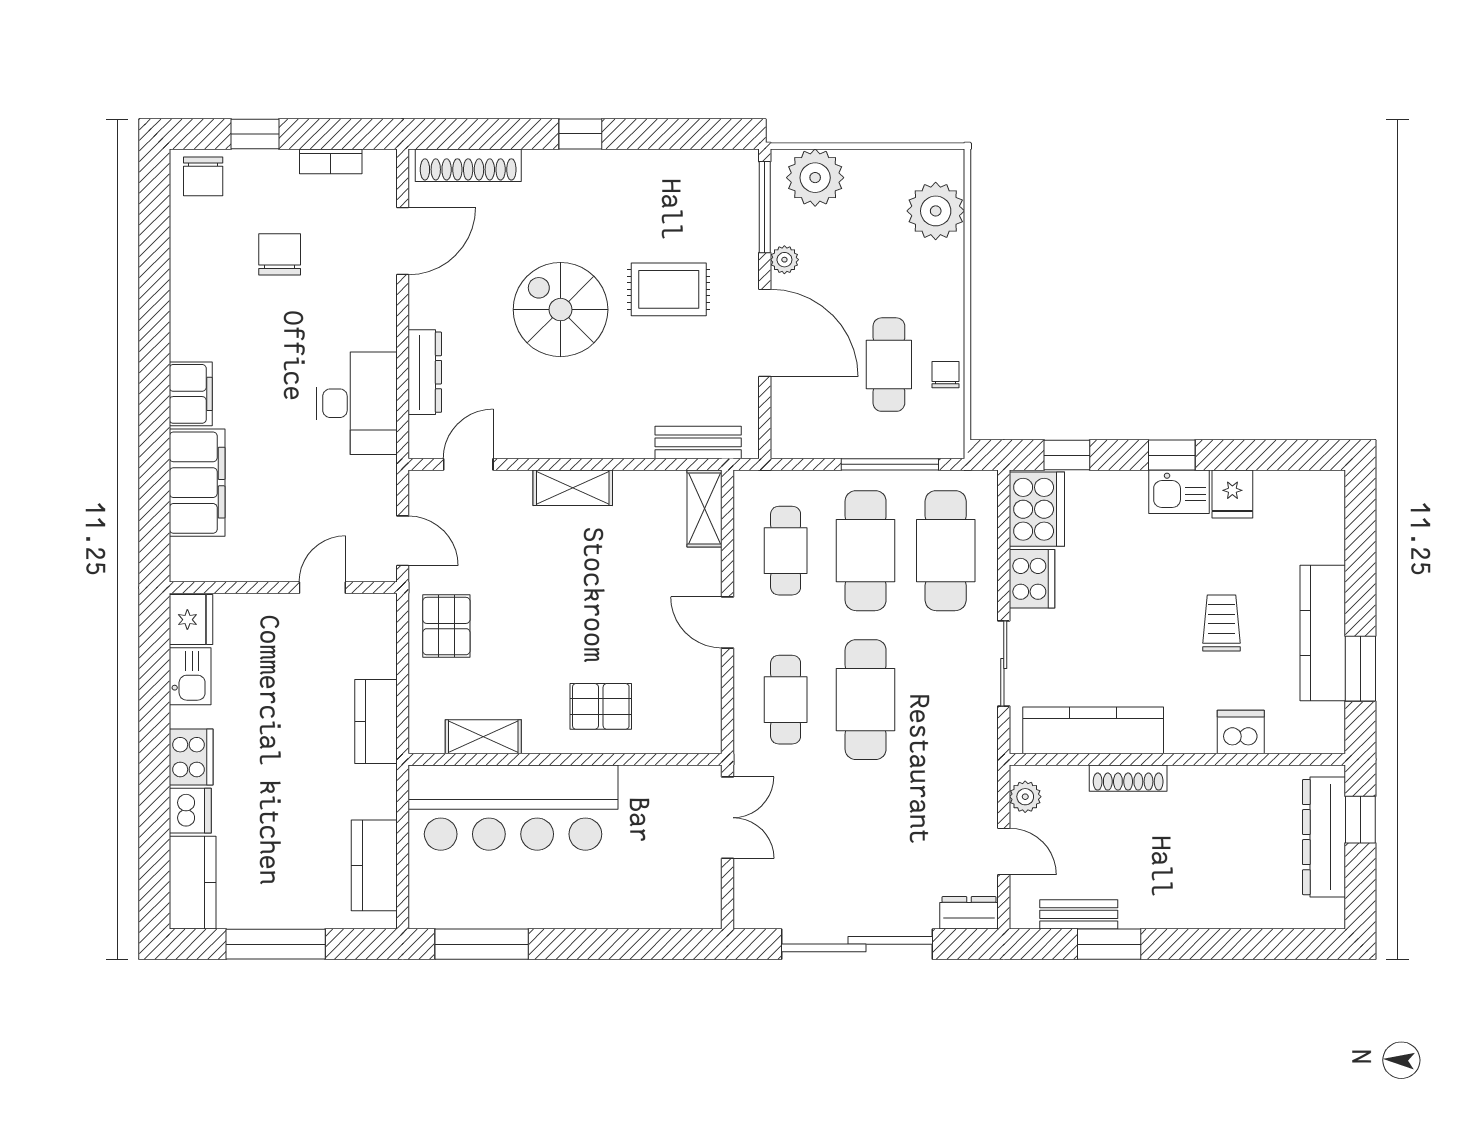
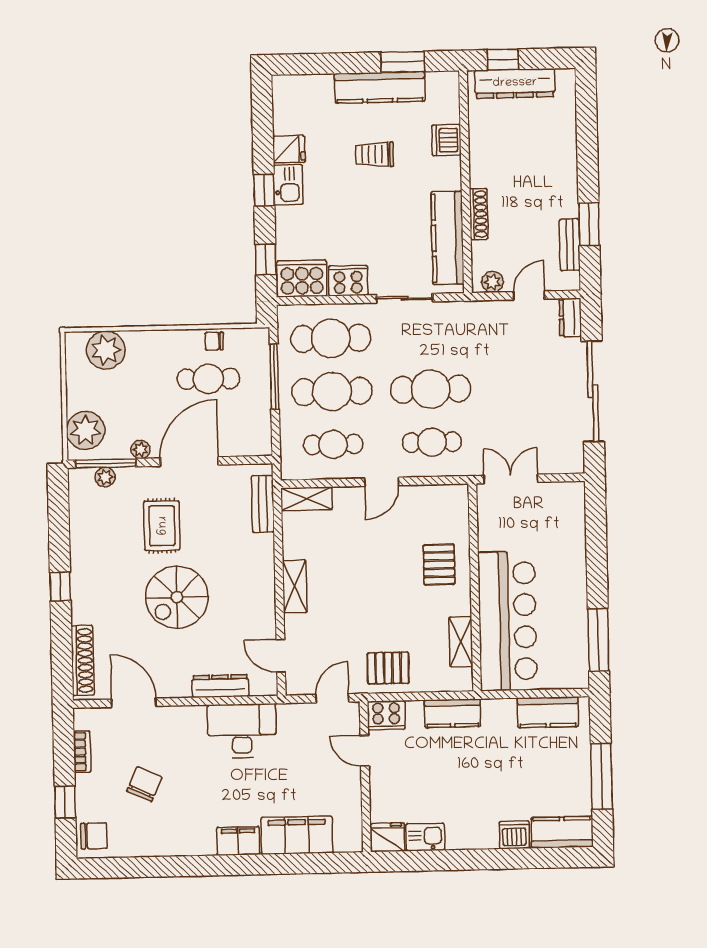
plant: (744, 205) -> (105, 477), added
chair: (280, 254) -> (144, 784), turned 115
cooker: (191, 757) -> (386, 715), moved, turned 180

